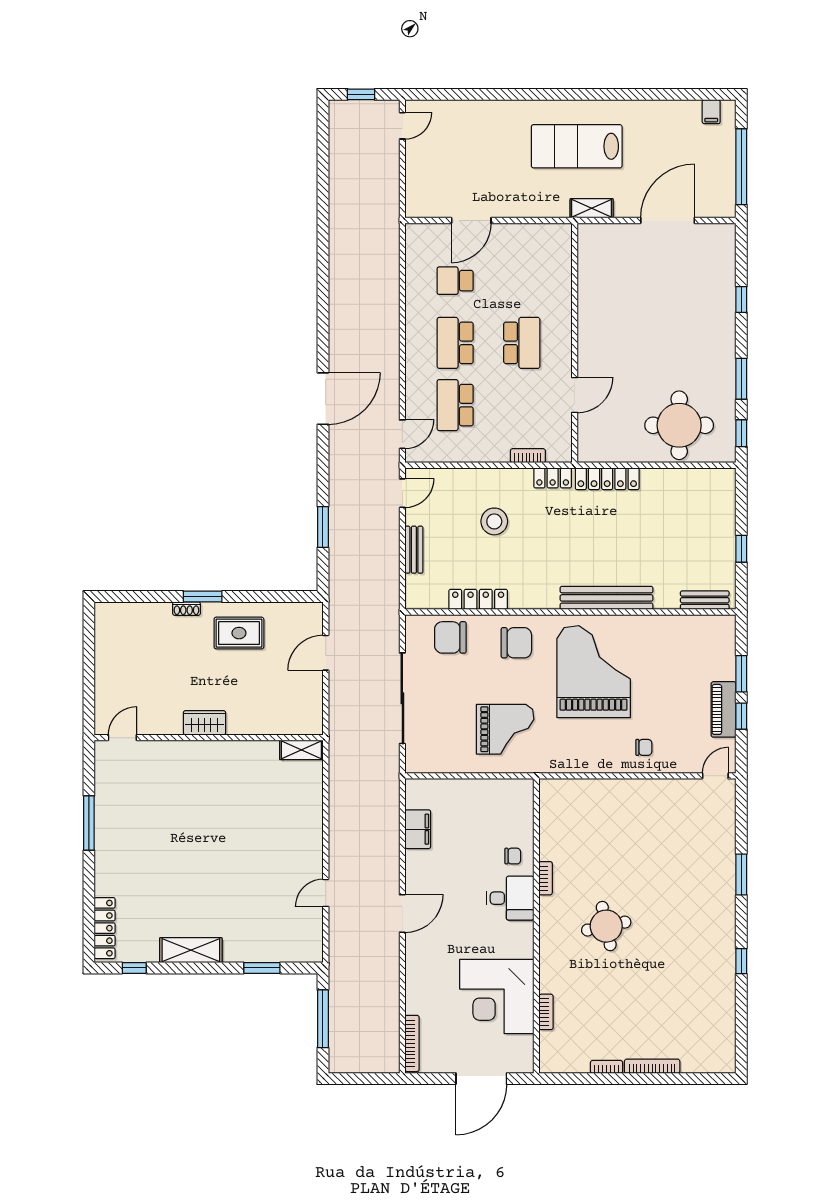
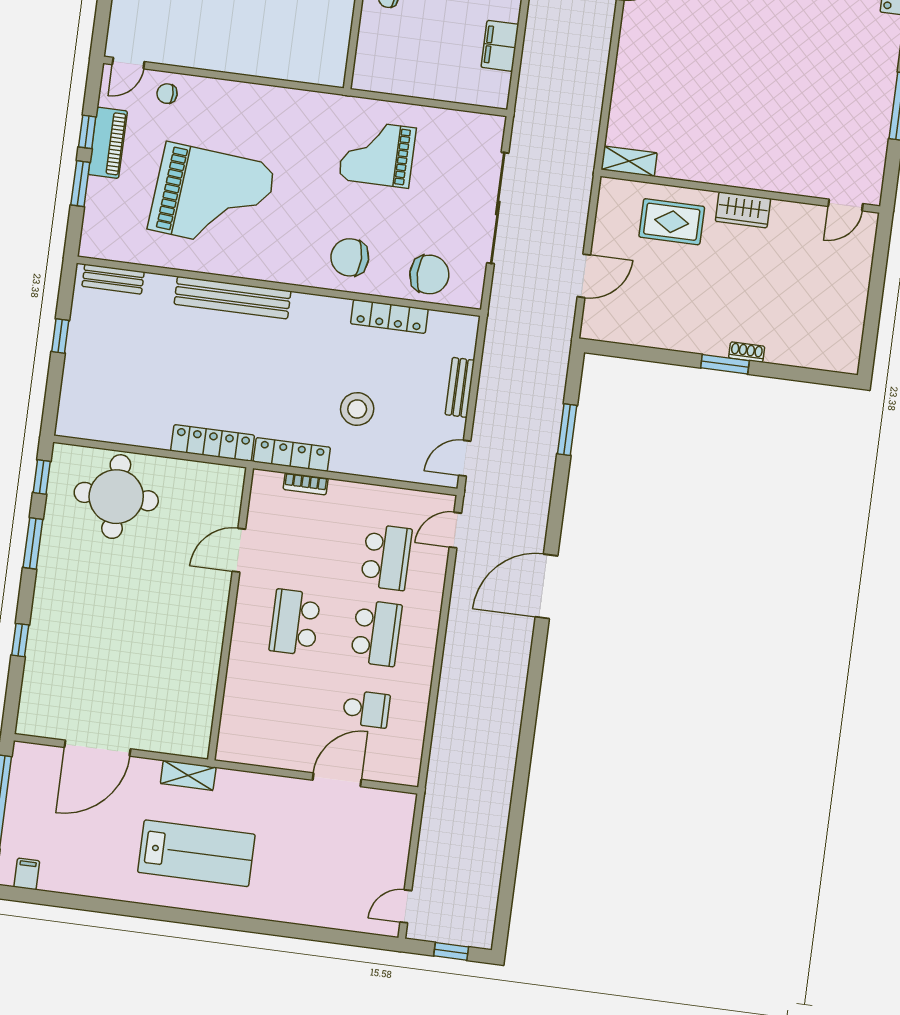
locker: (553, 478) -> (292, 454), width x1.53
rug: (239, 633) -> (672, 222), moved
grand piano: (594, 672) -> (212, 197), moved, turned -85
chair: (644, 747) -> (167, 94), moved

